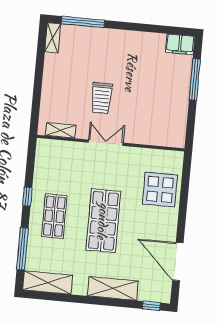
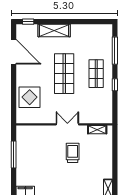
window: (195, 80) -> (14, 154), moved
double door: (106, 143) -> (67, 124), swing flipped
shelving: (48, 283) -> (97, 30), removed

